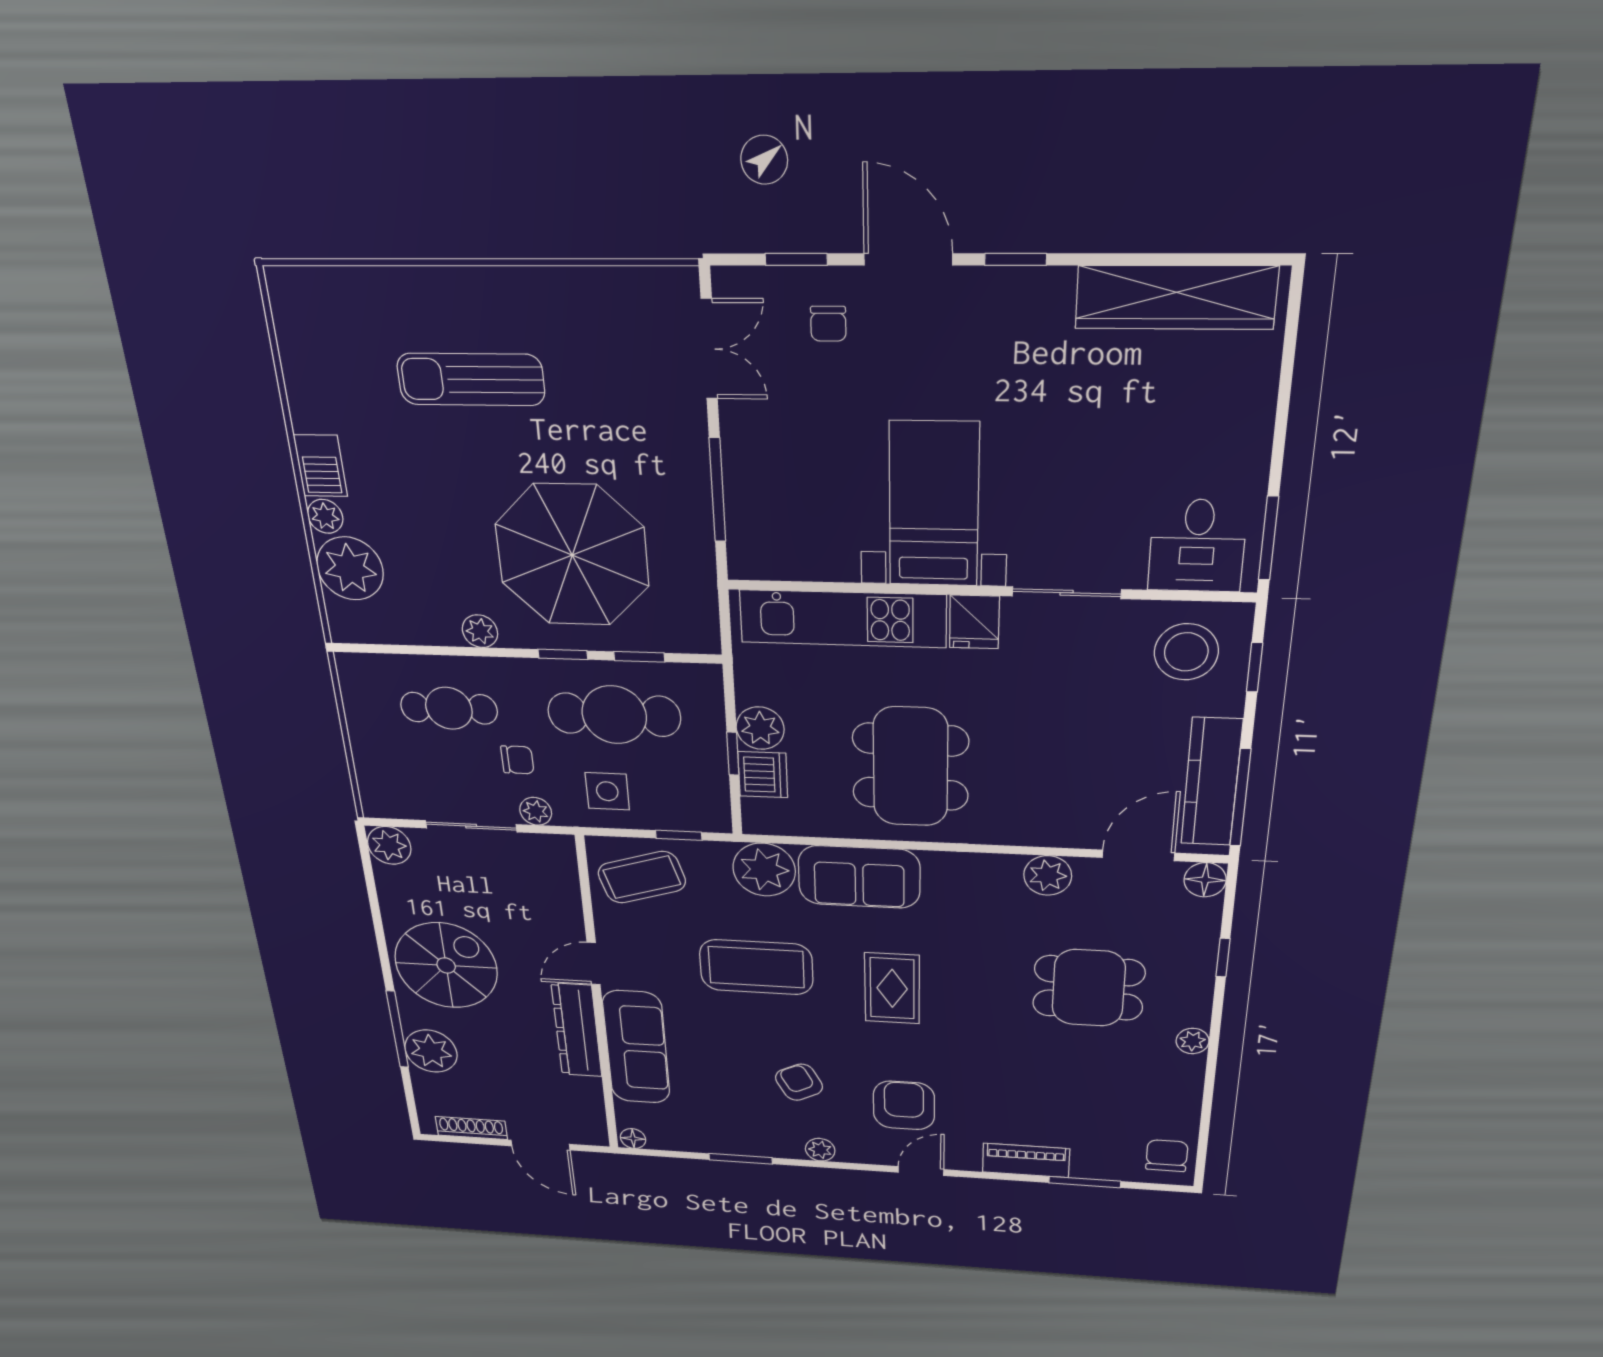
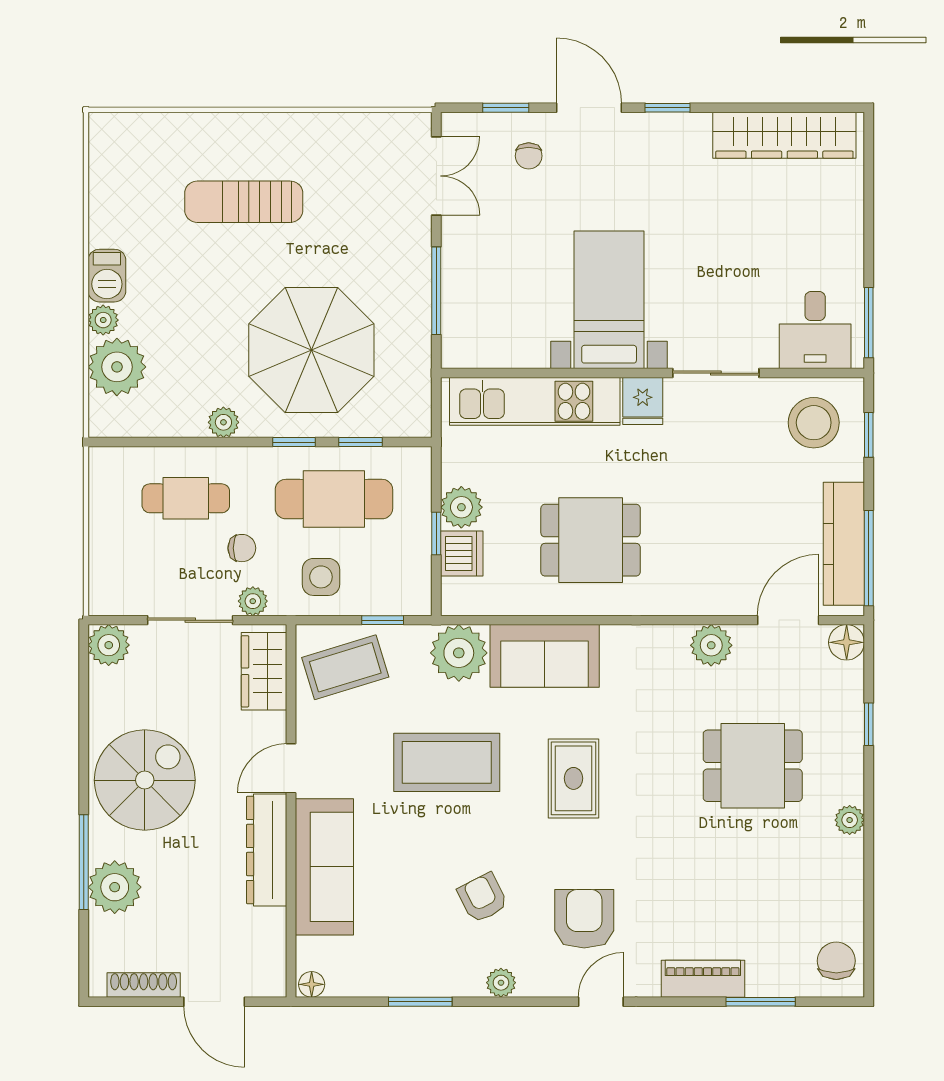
dining table: (910, 767) -> (591, 540), width x0.73
wardrobe: (556, 877) -> (264, 671), added

